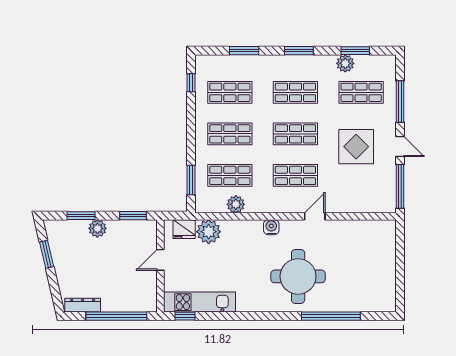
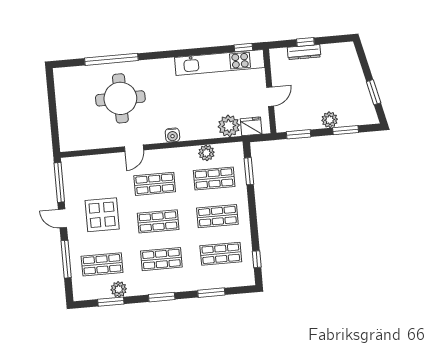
round table: (298, 276) -> (120, 98), moved
kitchen unit: (199, 302) -> (220, 62), width x1.36
dresser: (83, 305) -> (304, 52), moved
window: (116, 316) -> (305, 42), width x0.32

